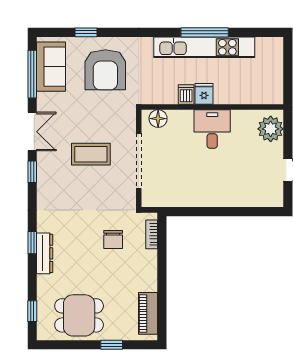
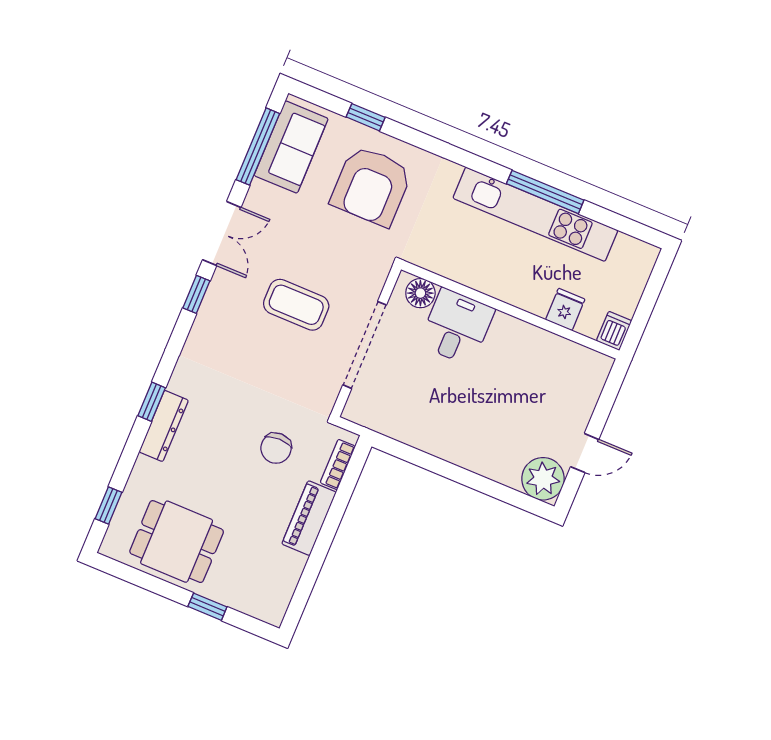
dishwasher: (186, 94) -> (614, 331), moved
fridge: (204, 94) -> (565, 309), moved
desk: (212, 129) -> (457, 327), moved
plant: (271, 129) -> (543, 479), moved
piano: (148, 313) -> (309, 518), moved

